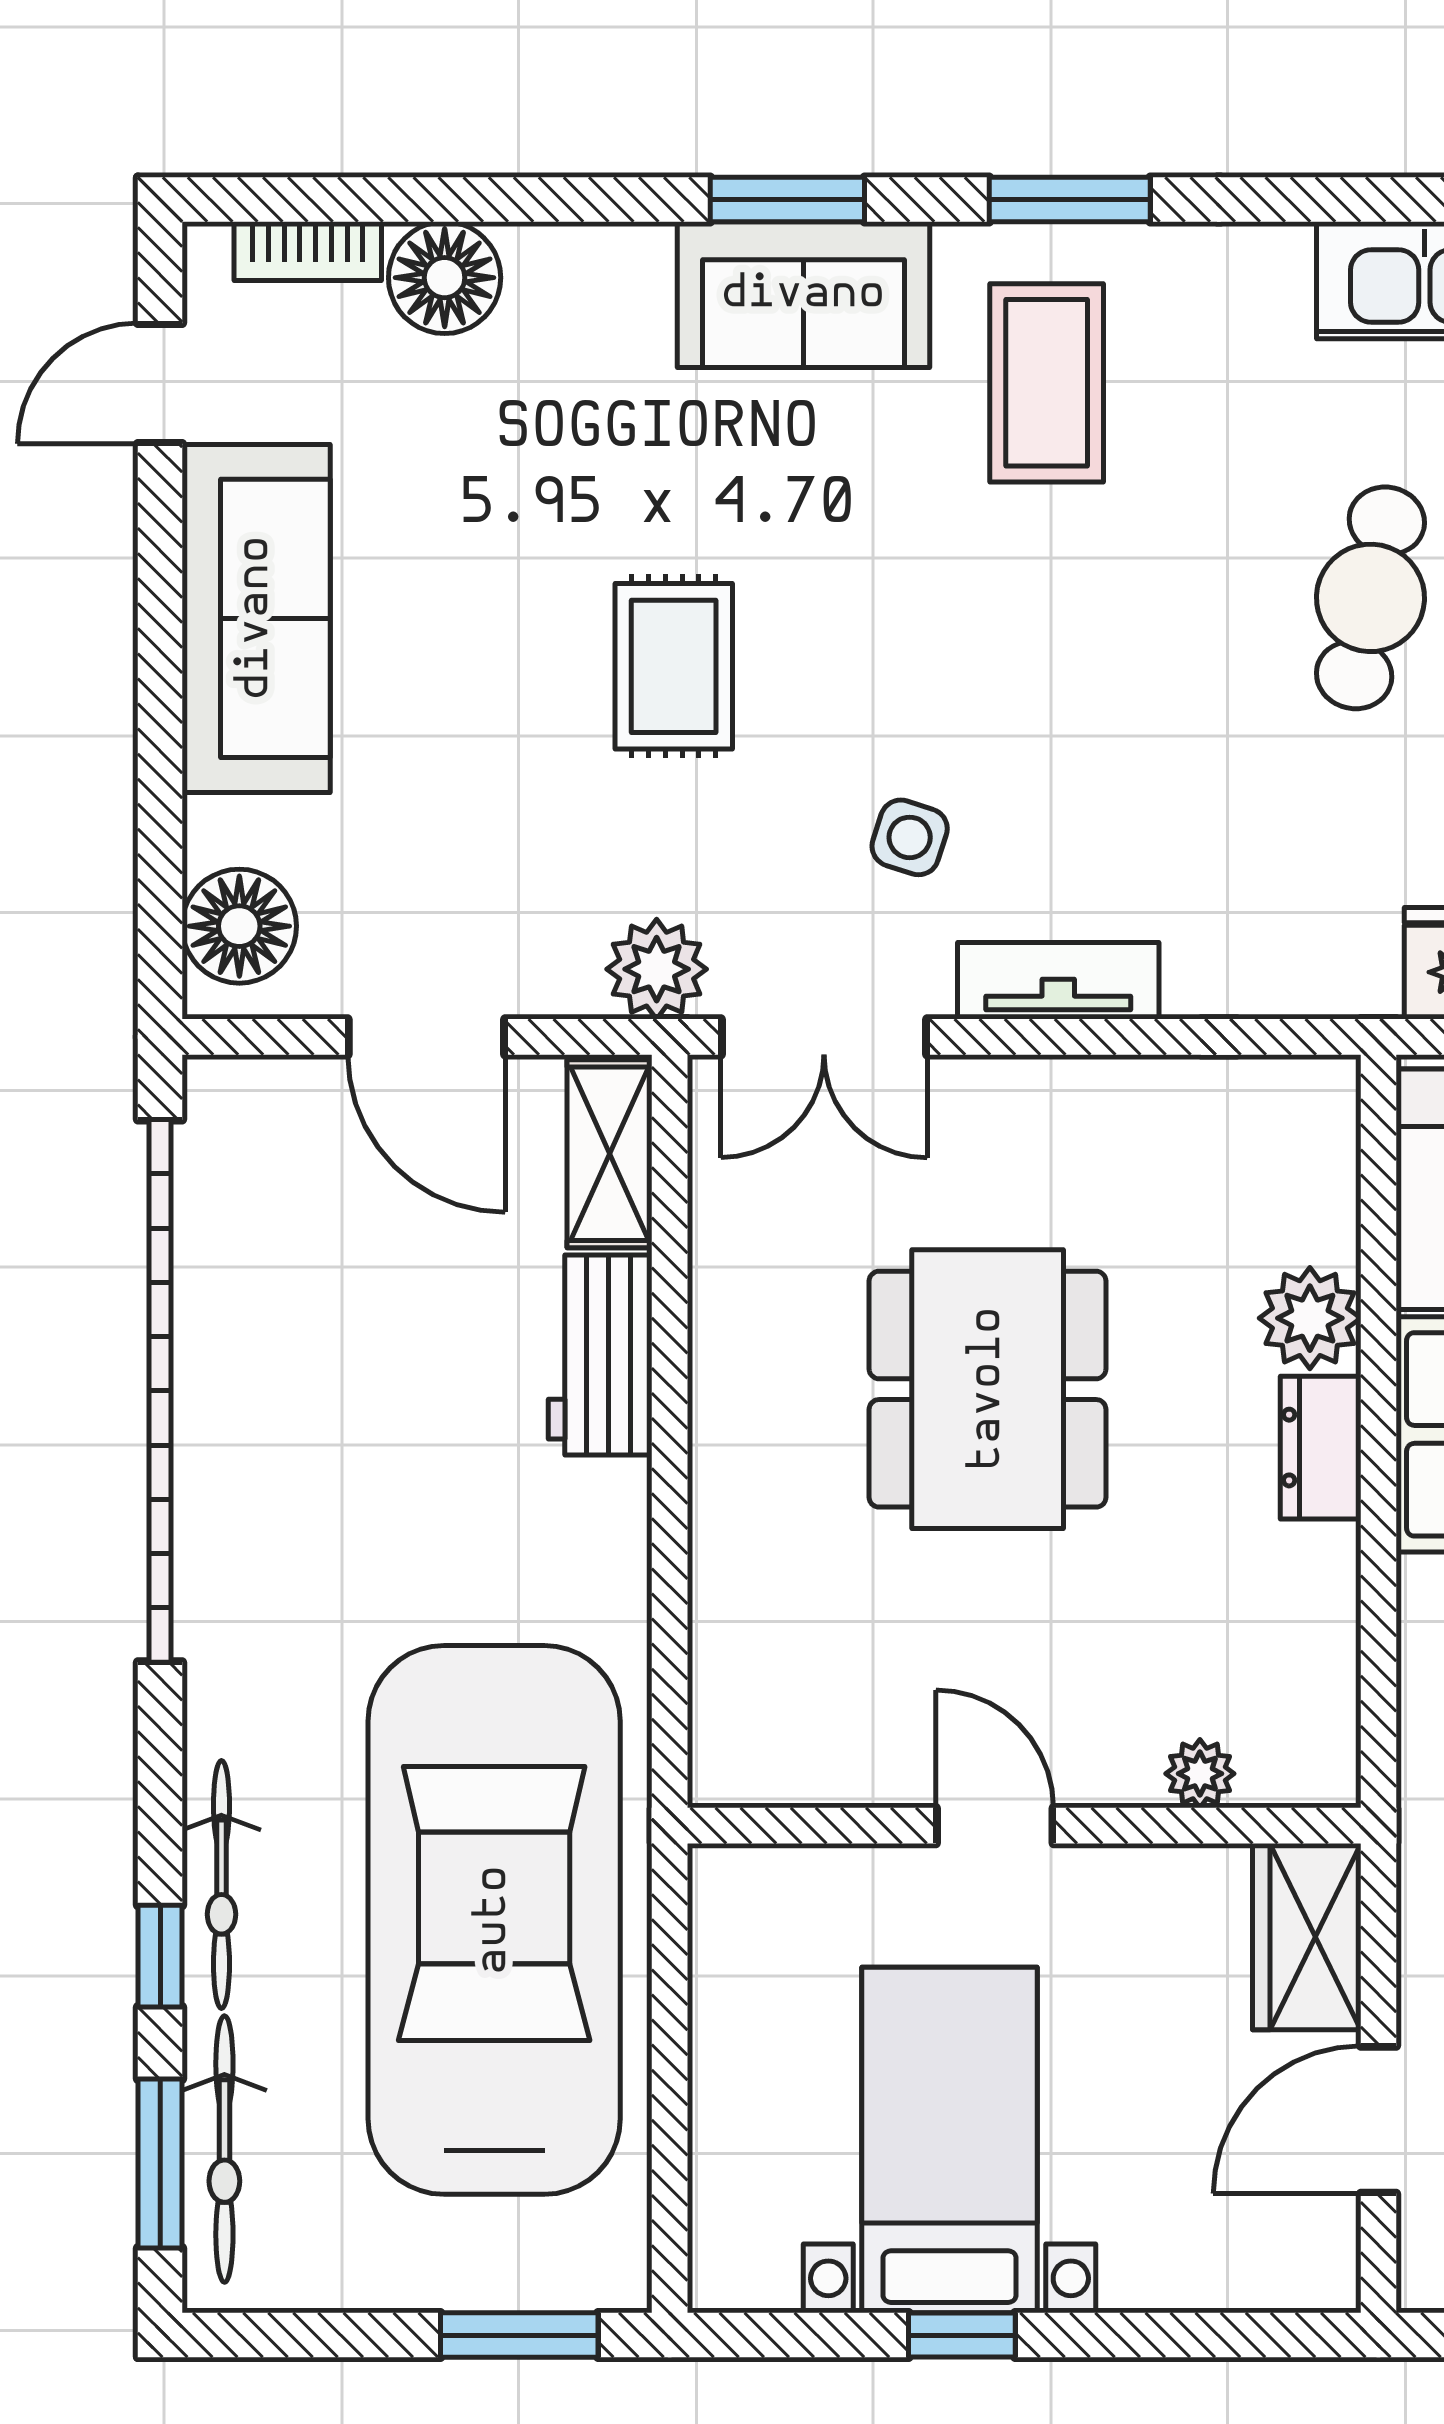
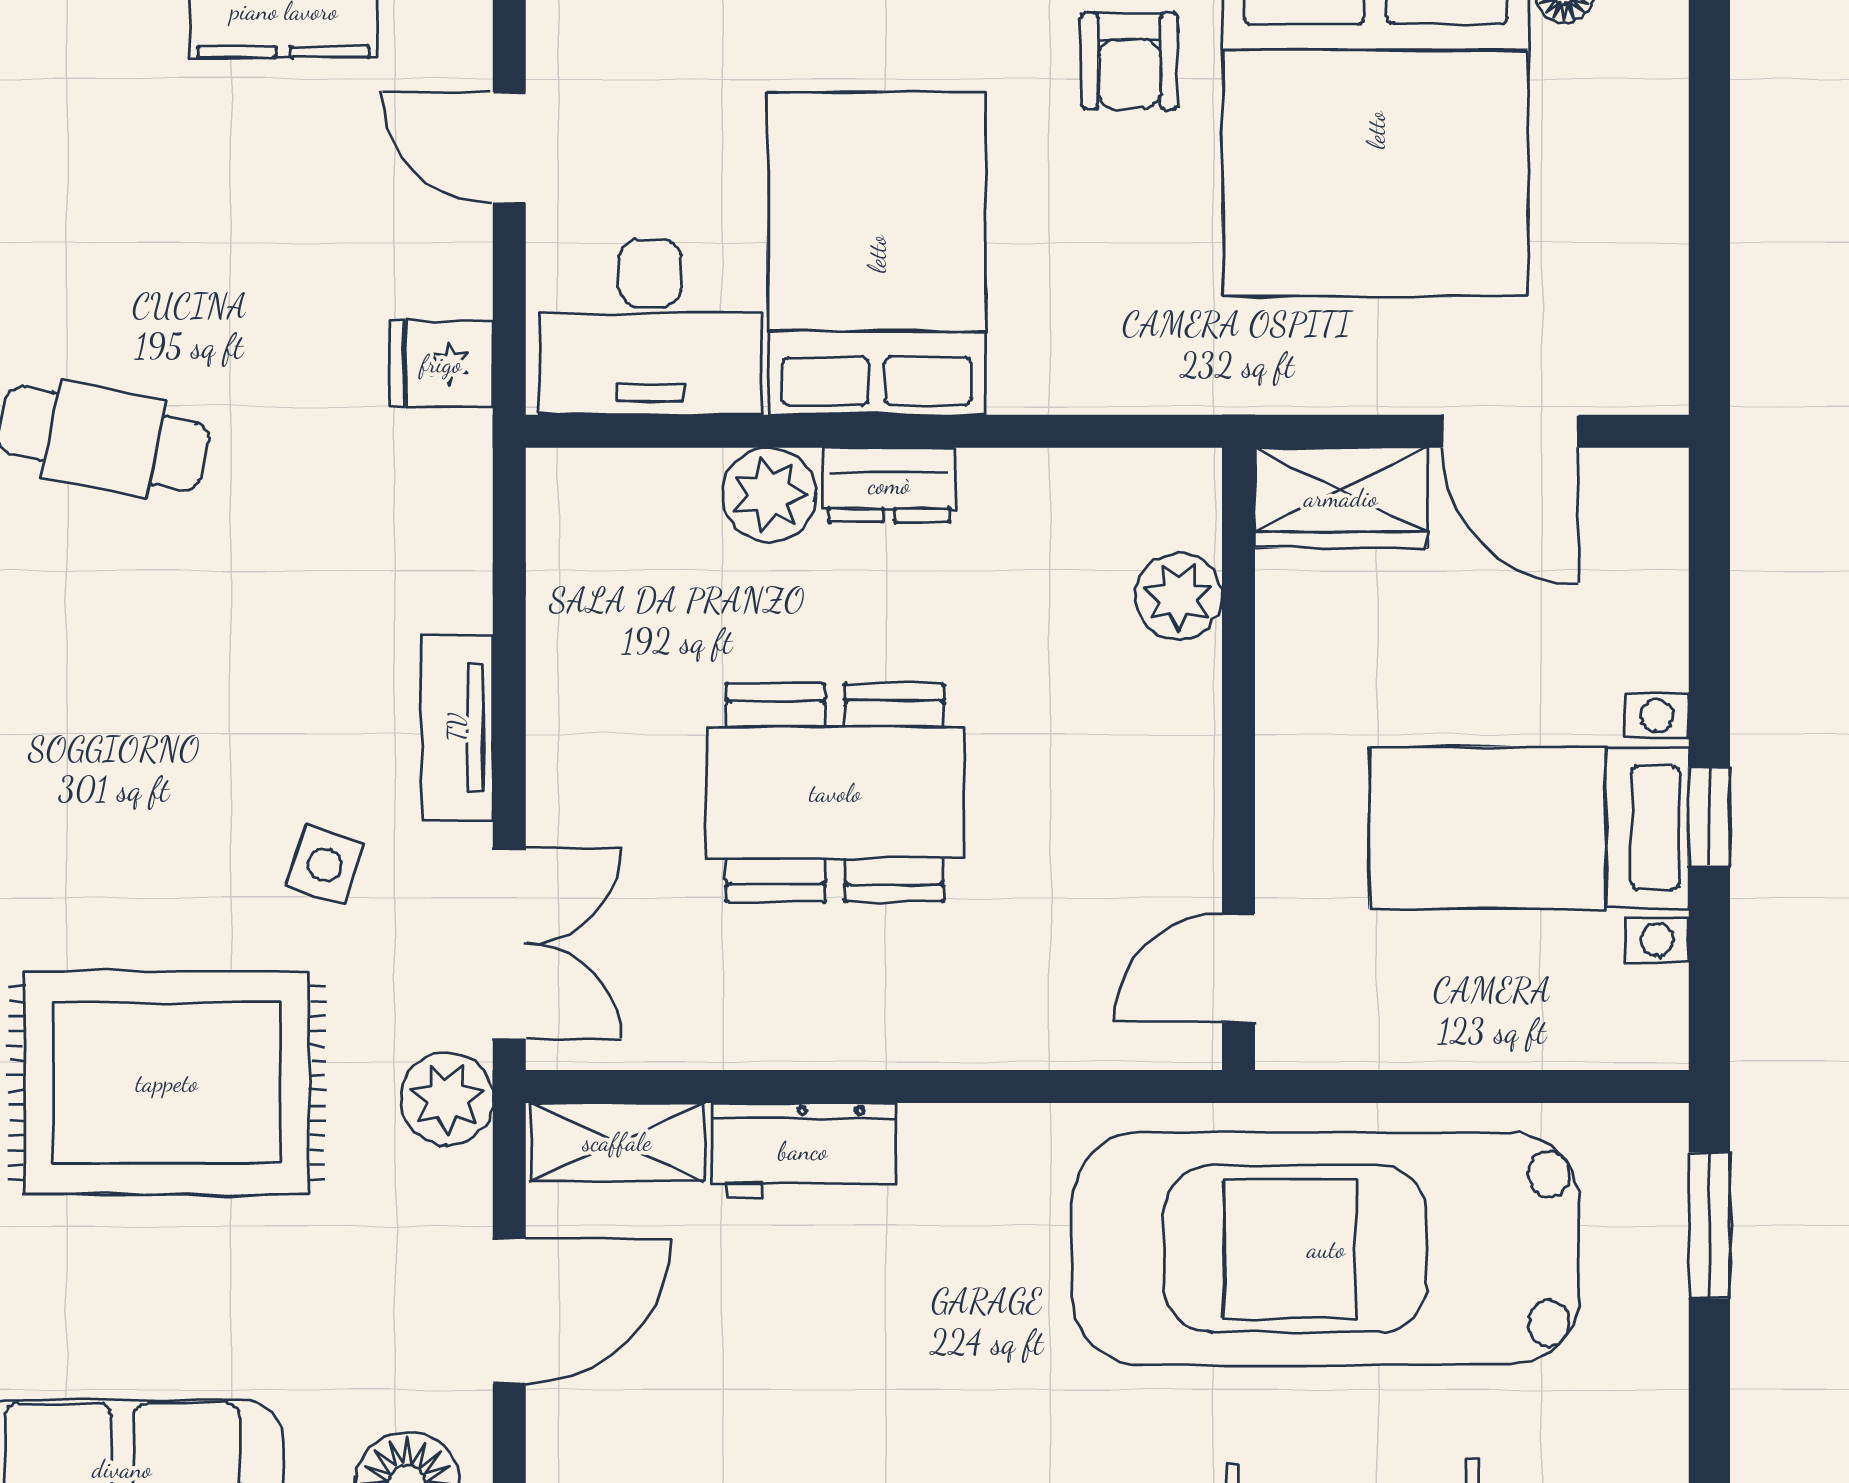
rug: (674, 666) -> (167, 1083), width x1.86, depth x2.06
plant: (1200, 1774) -> (1178, 596), width x1.38, depth x1.38
door: (995, 1826) -> (1238, 968), moved

